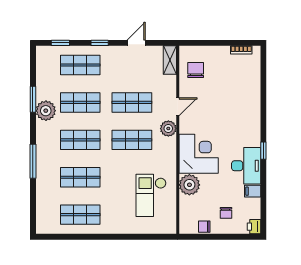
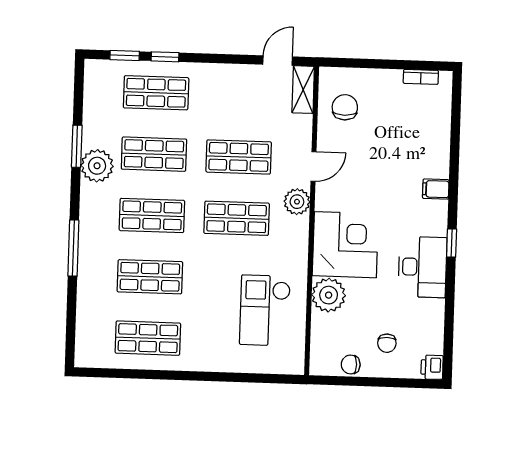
window: (100, 43) -> (165, 57), moved
door: (136, 43) -> (278, 61), moved
filing cabinet: (253, 191) -> (436, 189), moved

